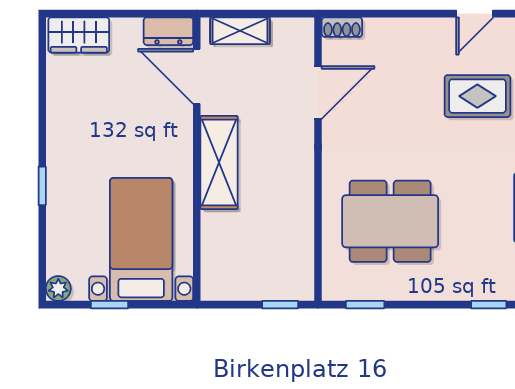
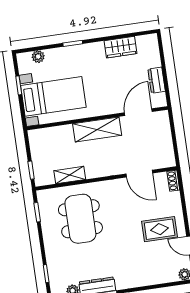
dresser: (168, 31) -> (157, 80), moved
shelving: (240, 31) -> (70, 175), moved, turned 90
wardrobe: (79, 35) -> (121, 47), moved, turned -90
rug: (477, 96) -> (160, 229), moved, turned 90
plant: (58, 289) -> (38, 57), moved

